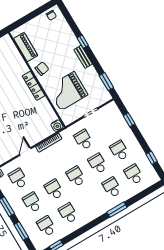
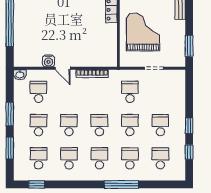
grand piano: (67, 91) -> (143, 32), turned 90
window: (129, 120) -> (189, 126), moved
water cooler: (57, 126) -> (48, 61), moved
door: (25, 151) -> (63, 68), swing flipped
school desk: (90, 200) -> (99, 158), added
window: (117, 210) -> (121, 184), width x1.44

